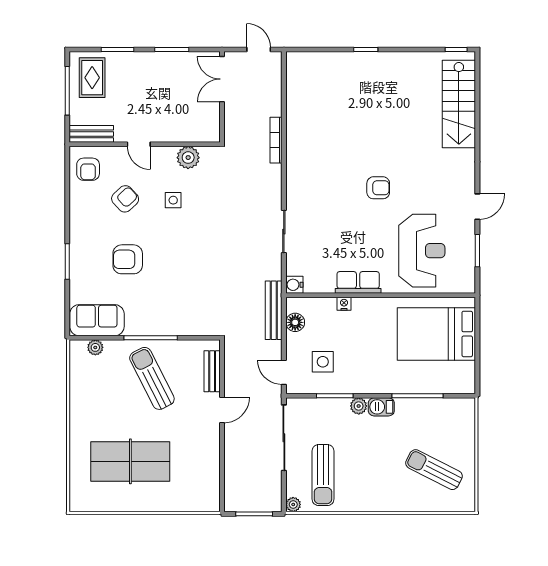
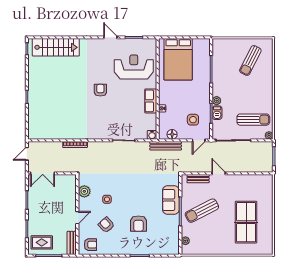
sofa: (97, 320) -> (171, 200), moved
barbecue: (381, 407) -> (217, 113), moved

